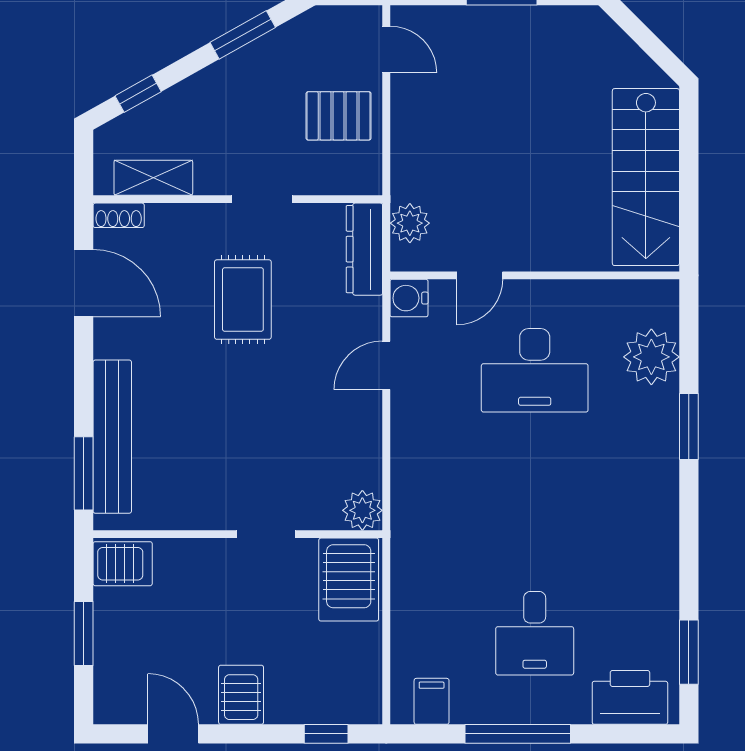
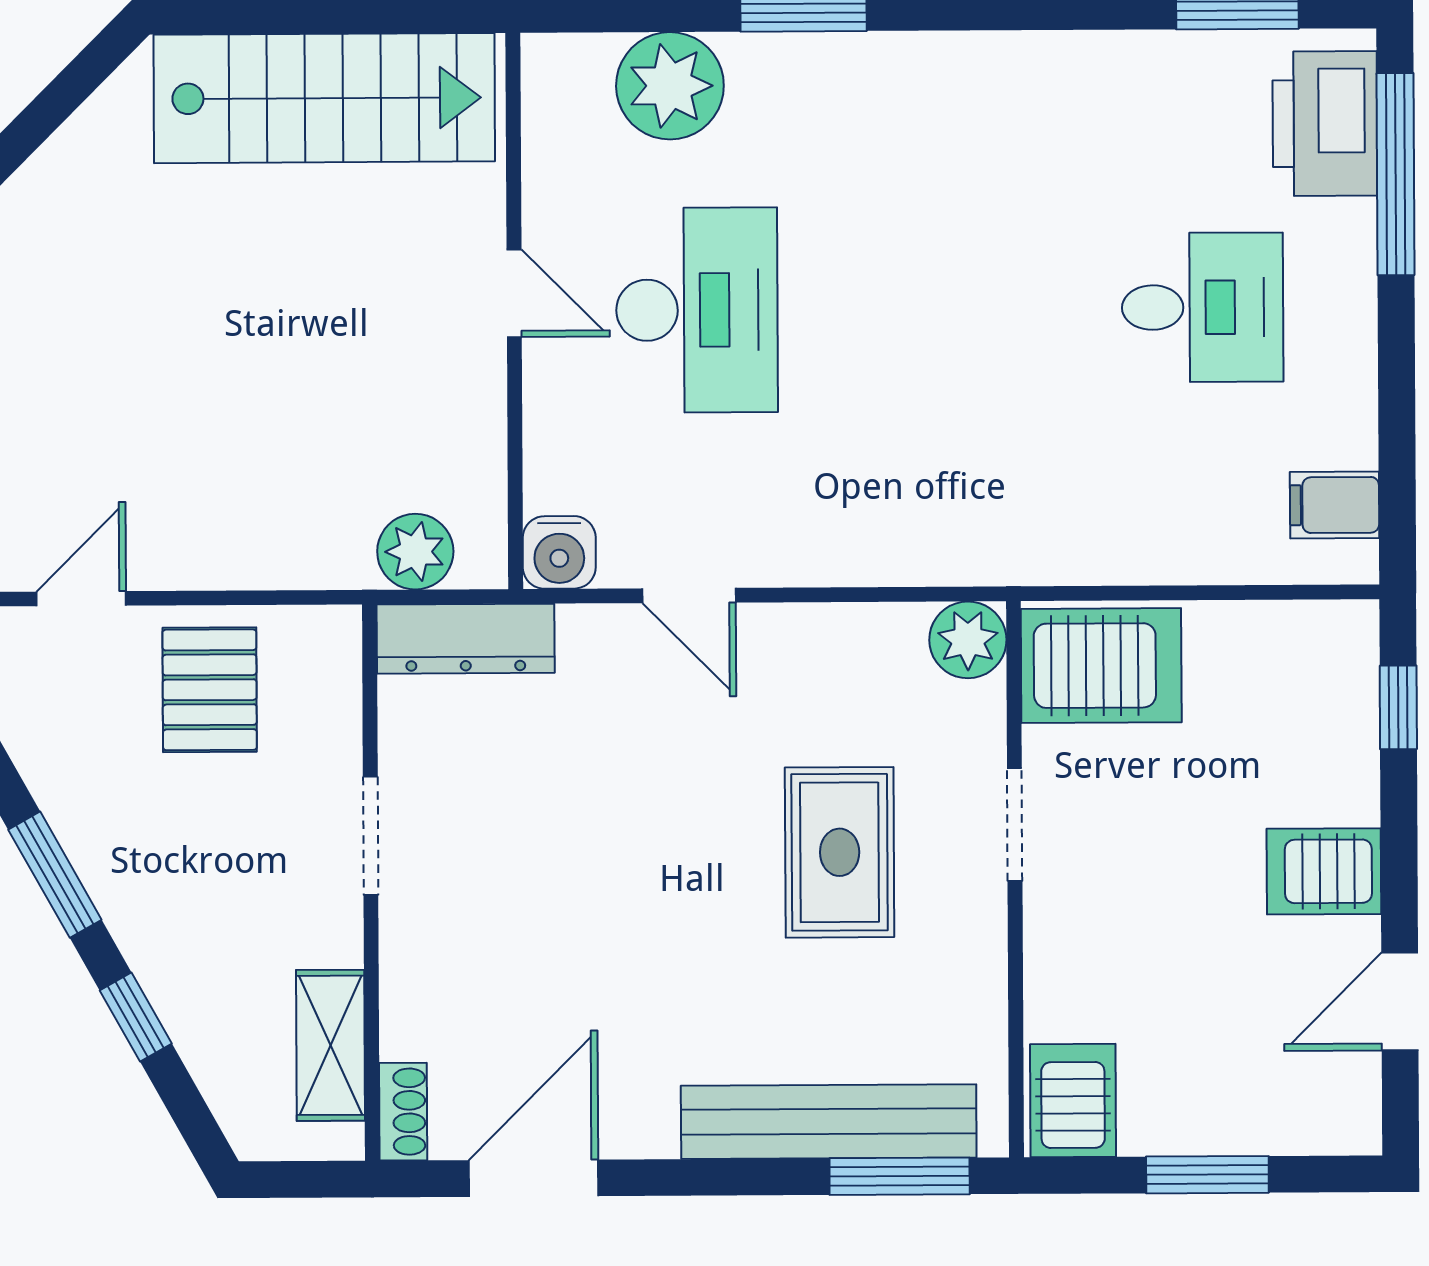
window: (138, 94) -> (136, 1017), moved
door: (480, 275) -> (514, 293), moved
rug: (243, 300) -> (840, 852), moved, turned 90
window: (518, 734) -> (1396, 174), moved

